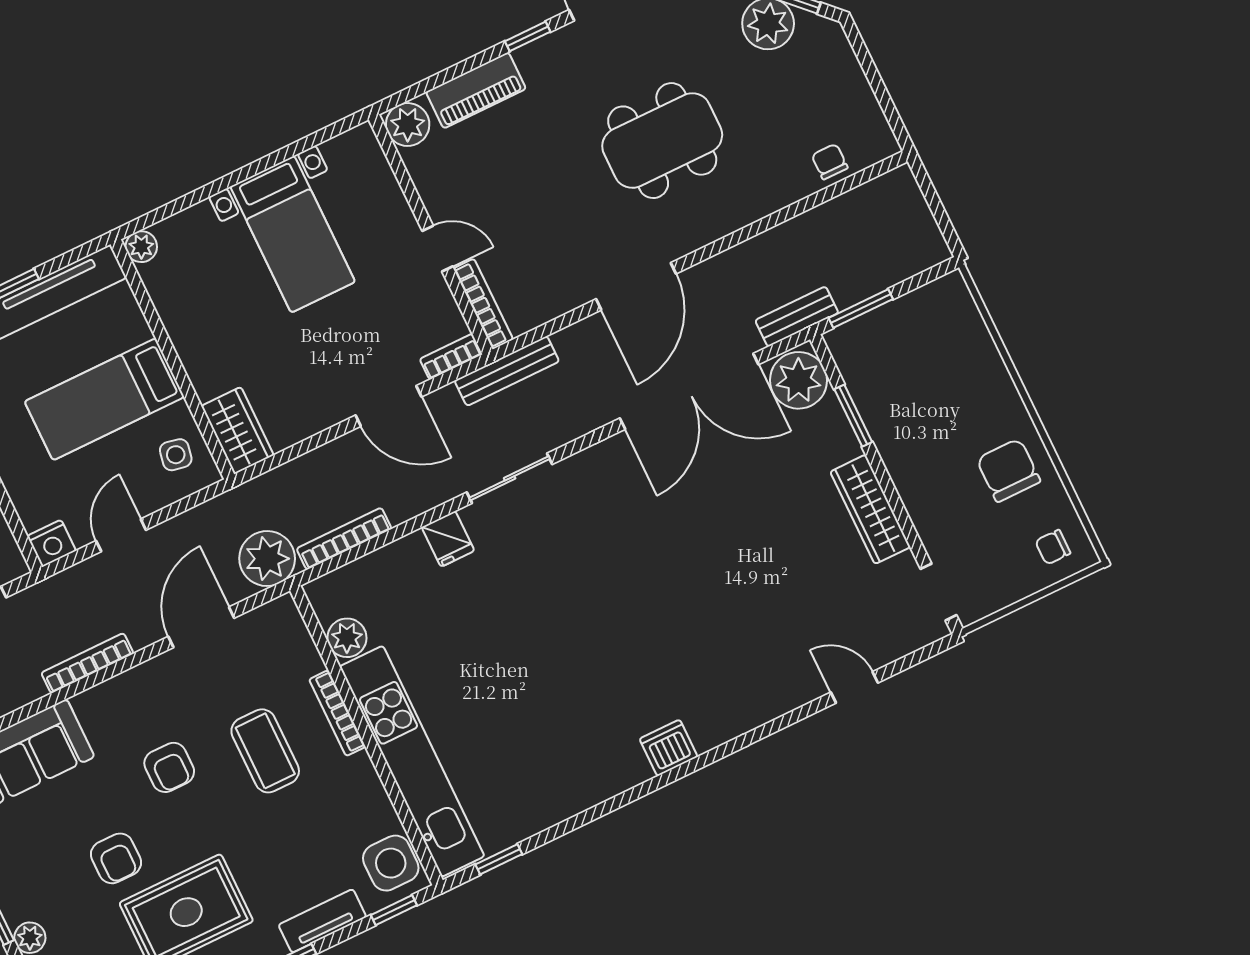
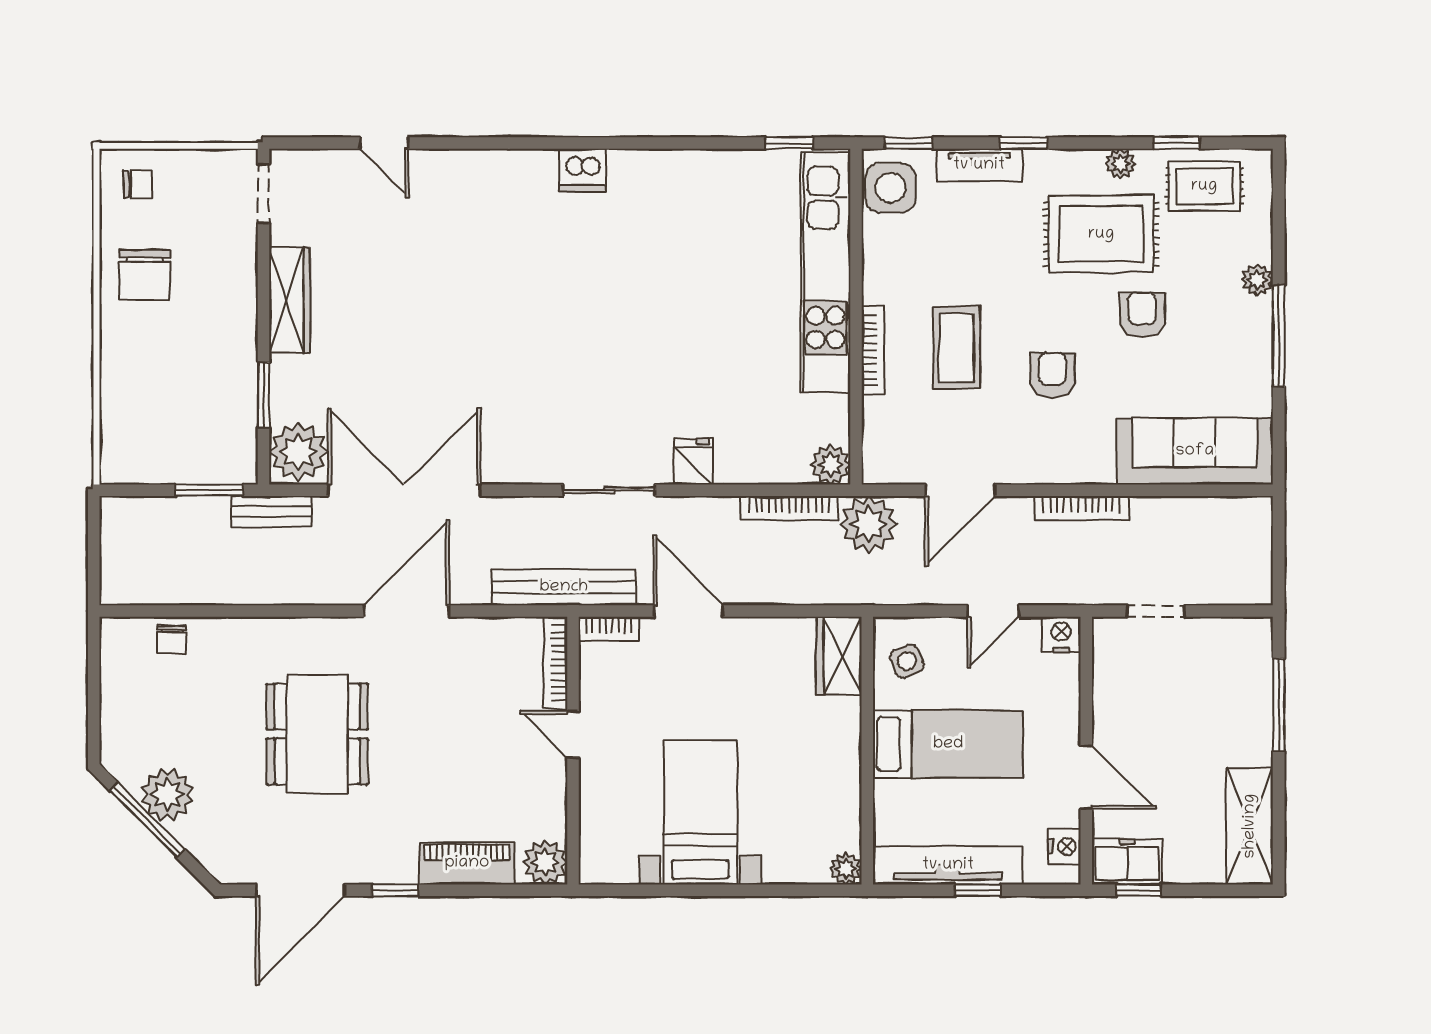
dining table: (662, 141) -> (317, 734), turned 90
bench: (507, 371) -> (564, 587), width x1.37, depth x1.21
side table: (176, 455) -> (907, 661), turned -34
plant: (347, 638) -> (830, 465), moved

